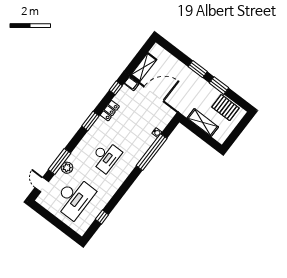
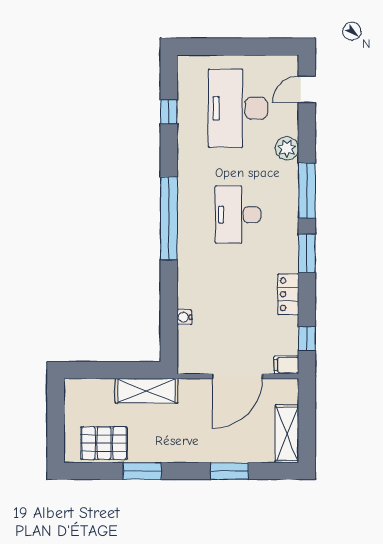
shelving: (144, 67) -> (287, 434), moved
window: (198, 69) -> (229, 471), moved
shelving: (203, 122) -> (146, 391), moved
window: (152, 152) -> (169, 218), moved
window: (60, 161) -> (307, 190), moved
door: (42, 185) -> (307, 89), swing flipped

